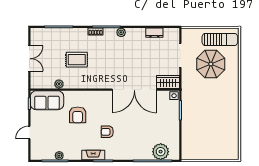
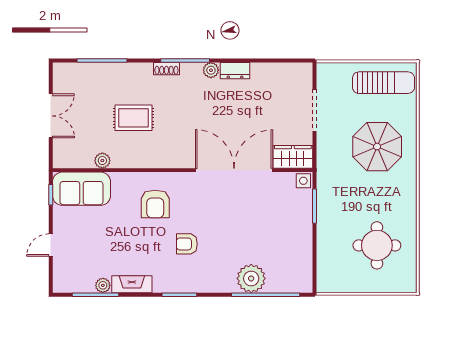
dresser: (154, 33) -> (235, 71), moved
parasol: (211, 64) -> (377, 147), moved
double door: (134, 90) -> (234, 170), swing flipped
armchair: (78, 115) -> (155, 204), moved
round table: (216, 133) -> (377, 245), added
plant: (161, 152) -> (251, 278), moved
fireplace: (93, 155) -> (132, 284), moved

